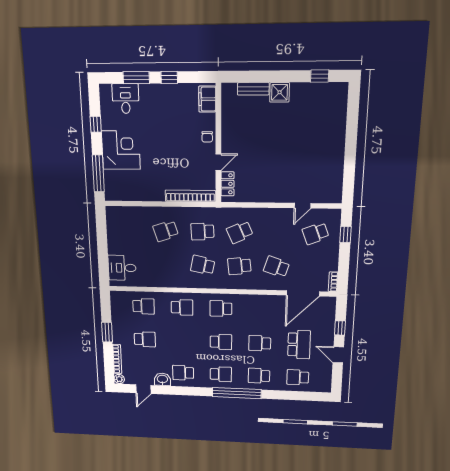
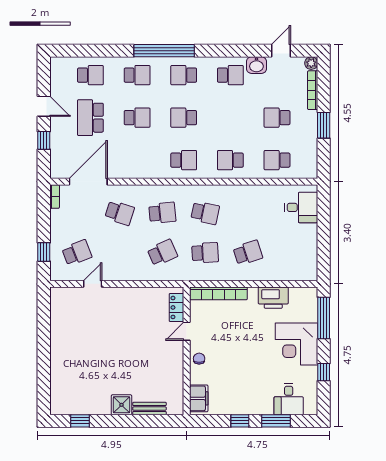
printer: (143, 192) -> (273, 298), added

